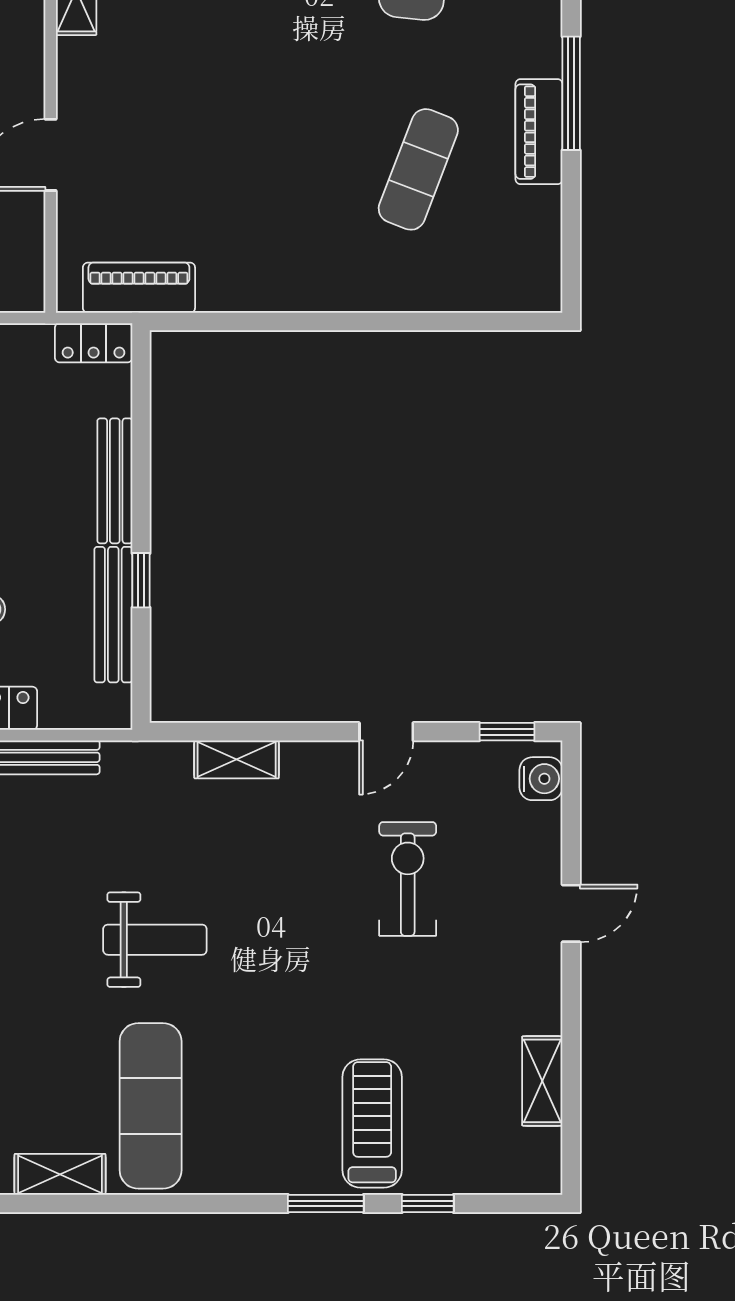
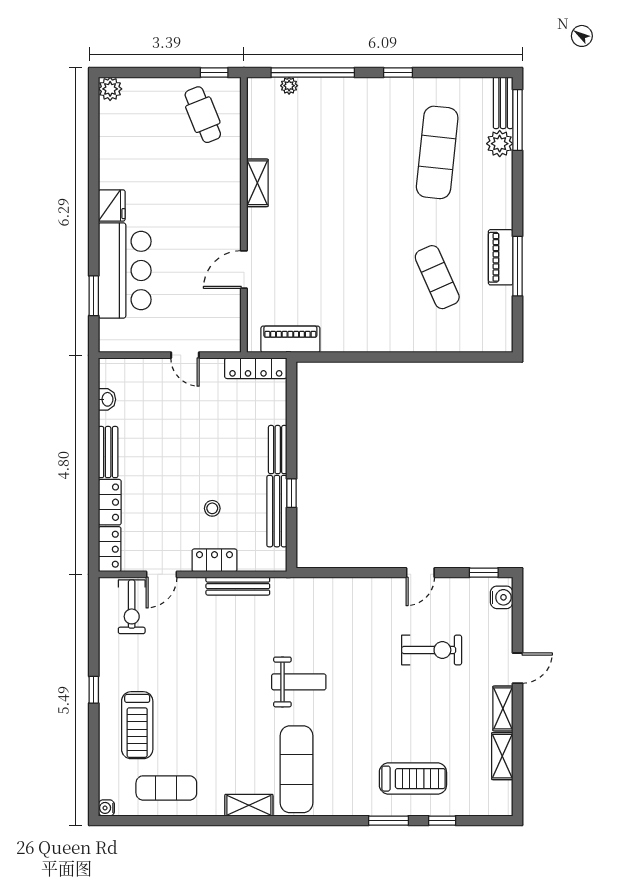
window: (571, 93) -> (518, 266), moved
exercise mat: (418, 169) -> (437, 277), turned -45
locker: (94, 343) -> (256, 368), width x1.53
bench: (115, 481) -> (278, 450), width x0.73
shelving: (237, 759) -> (503, 708), moved, turned 90
exercise bike: (408, 879) -> (432, 650), turned 90
treadmill: (372, 1124) -> (413, 779), turned 90

